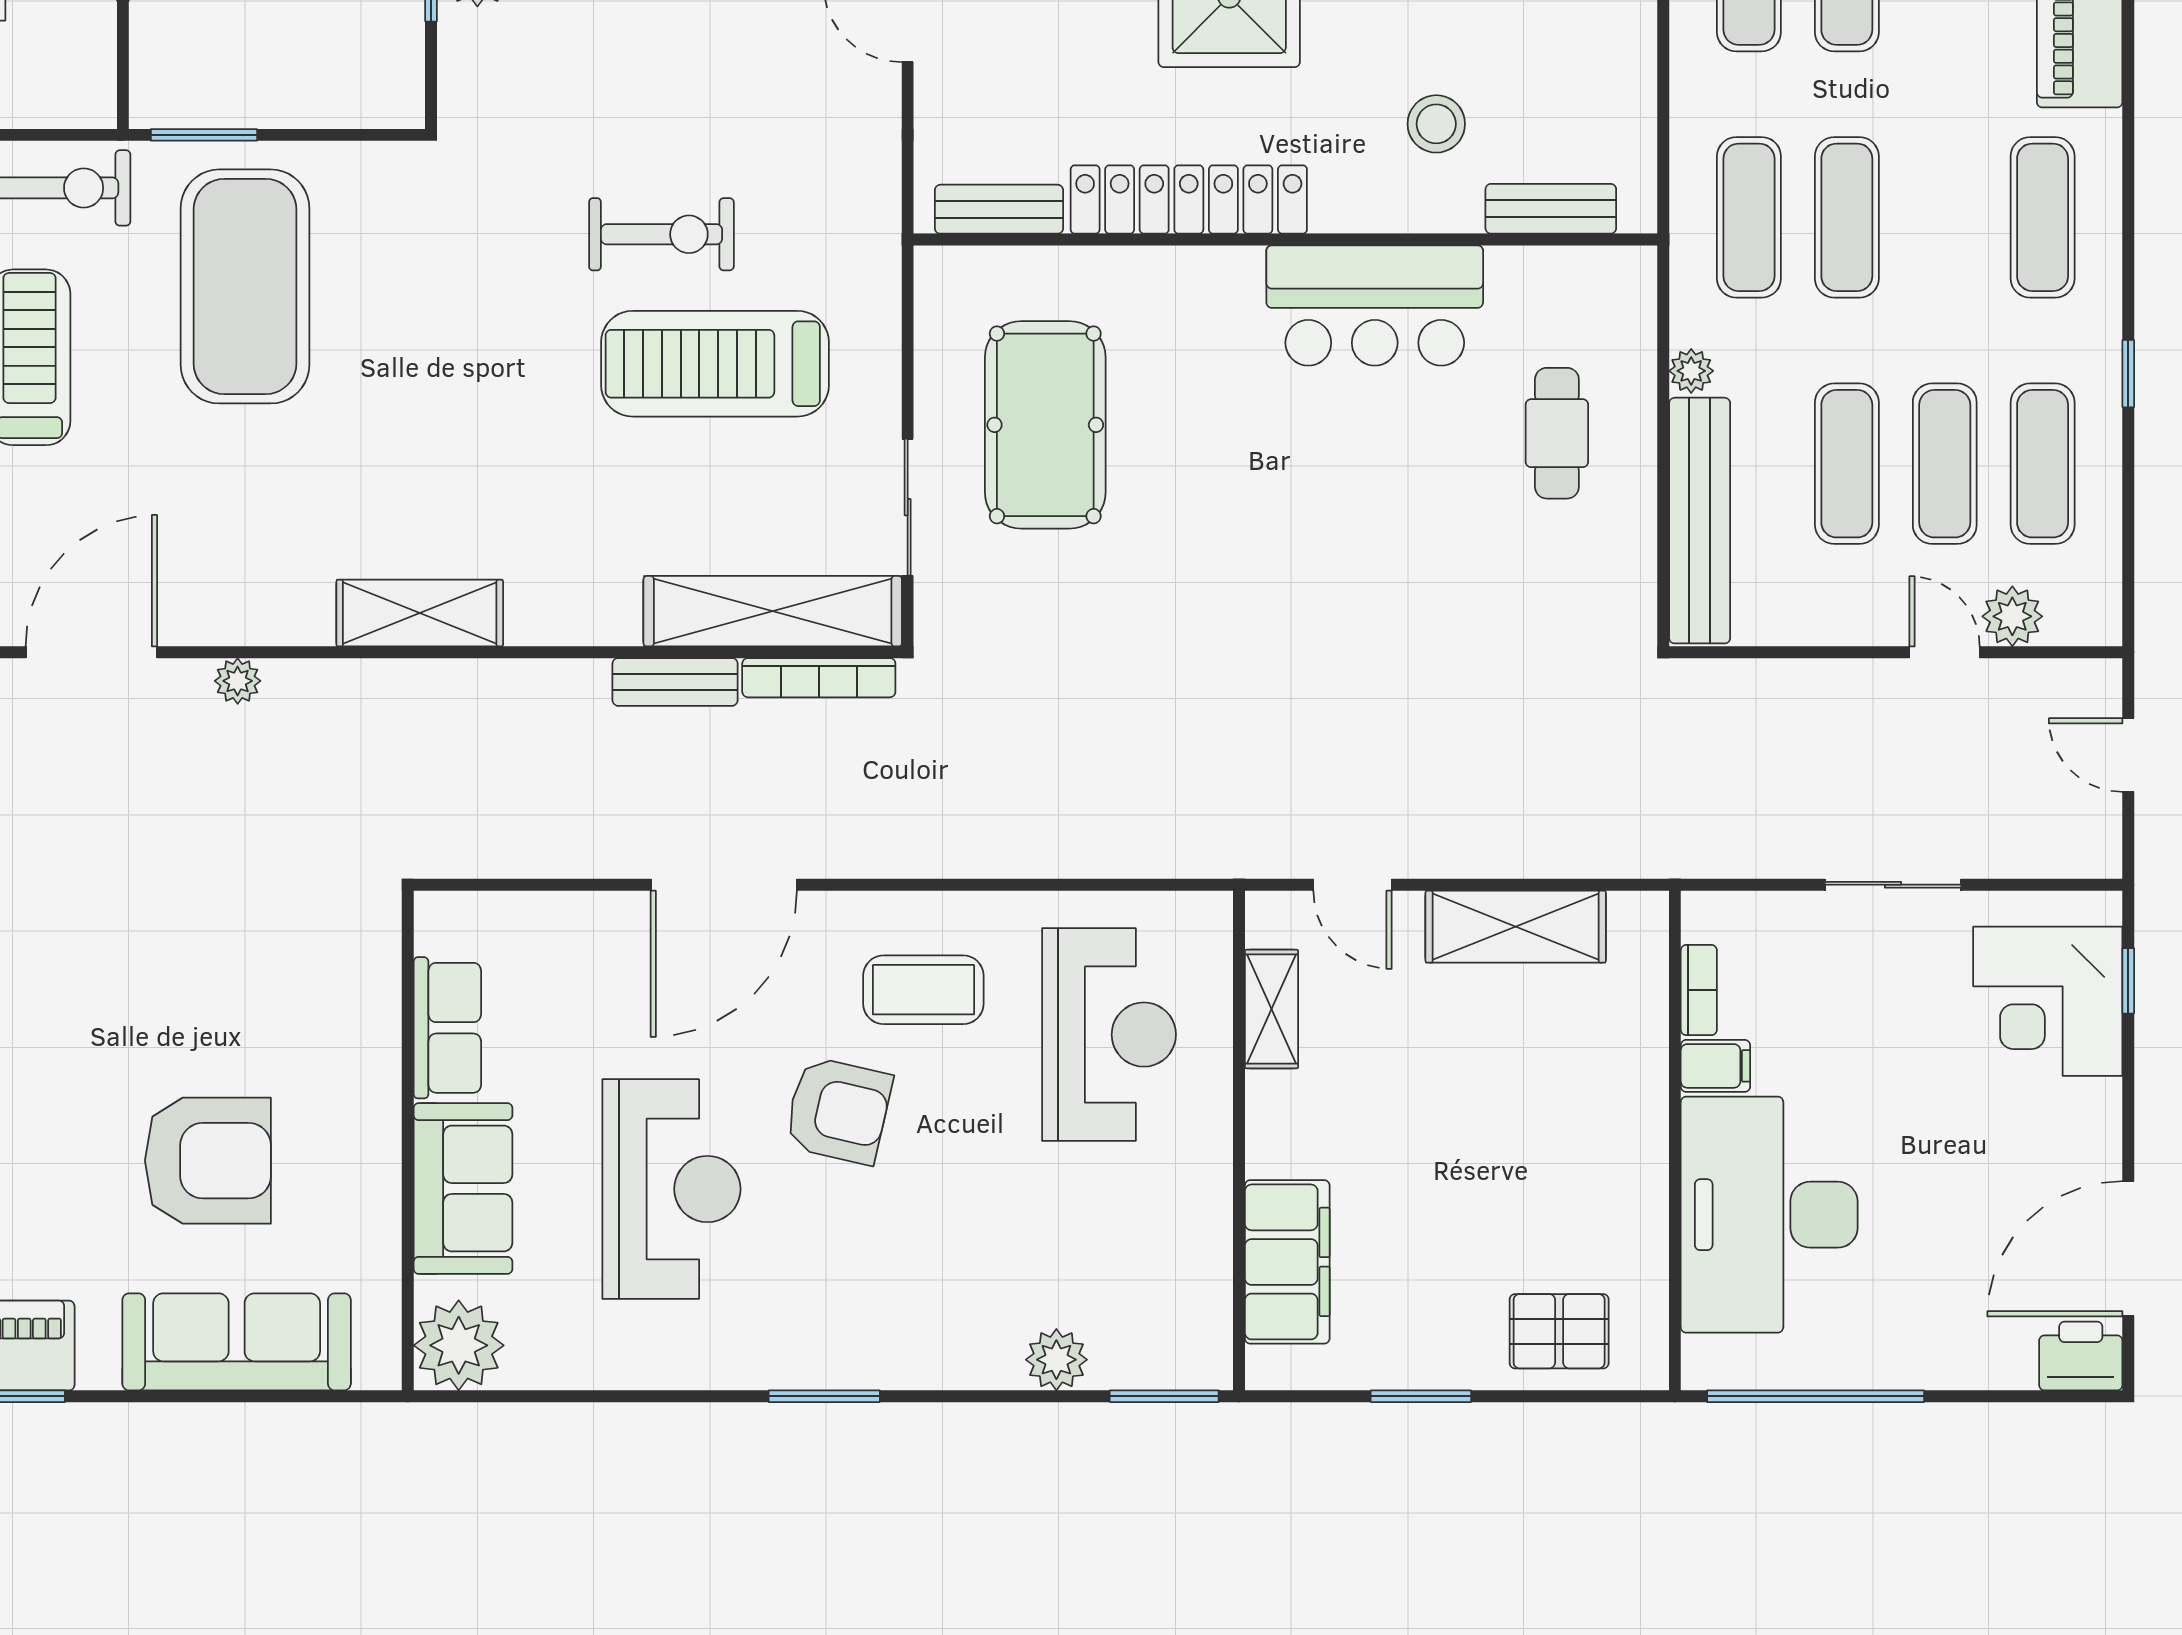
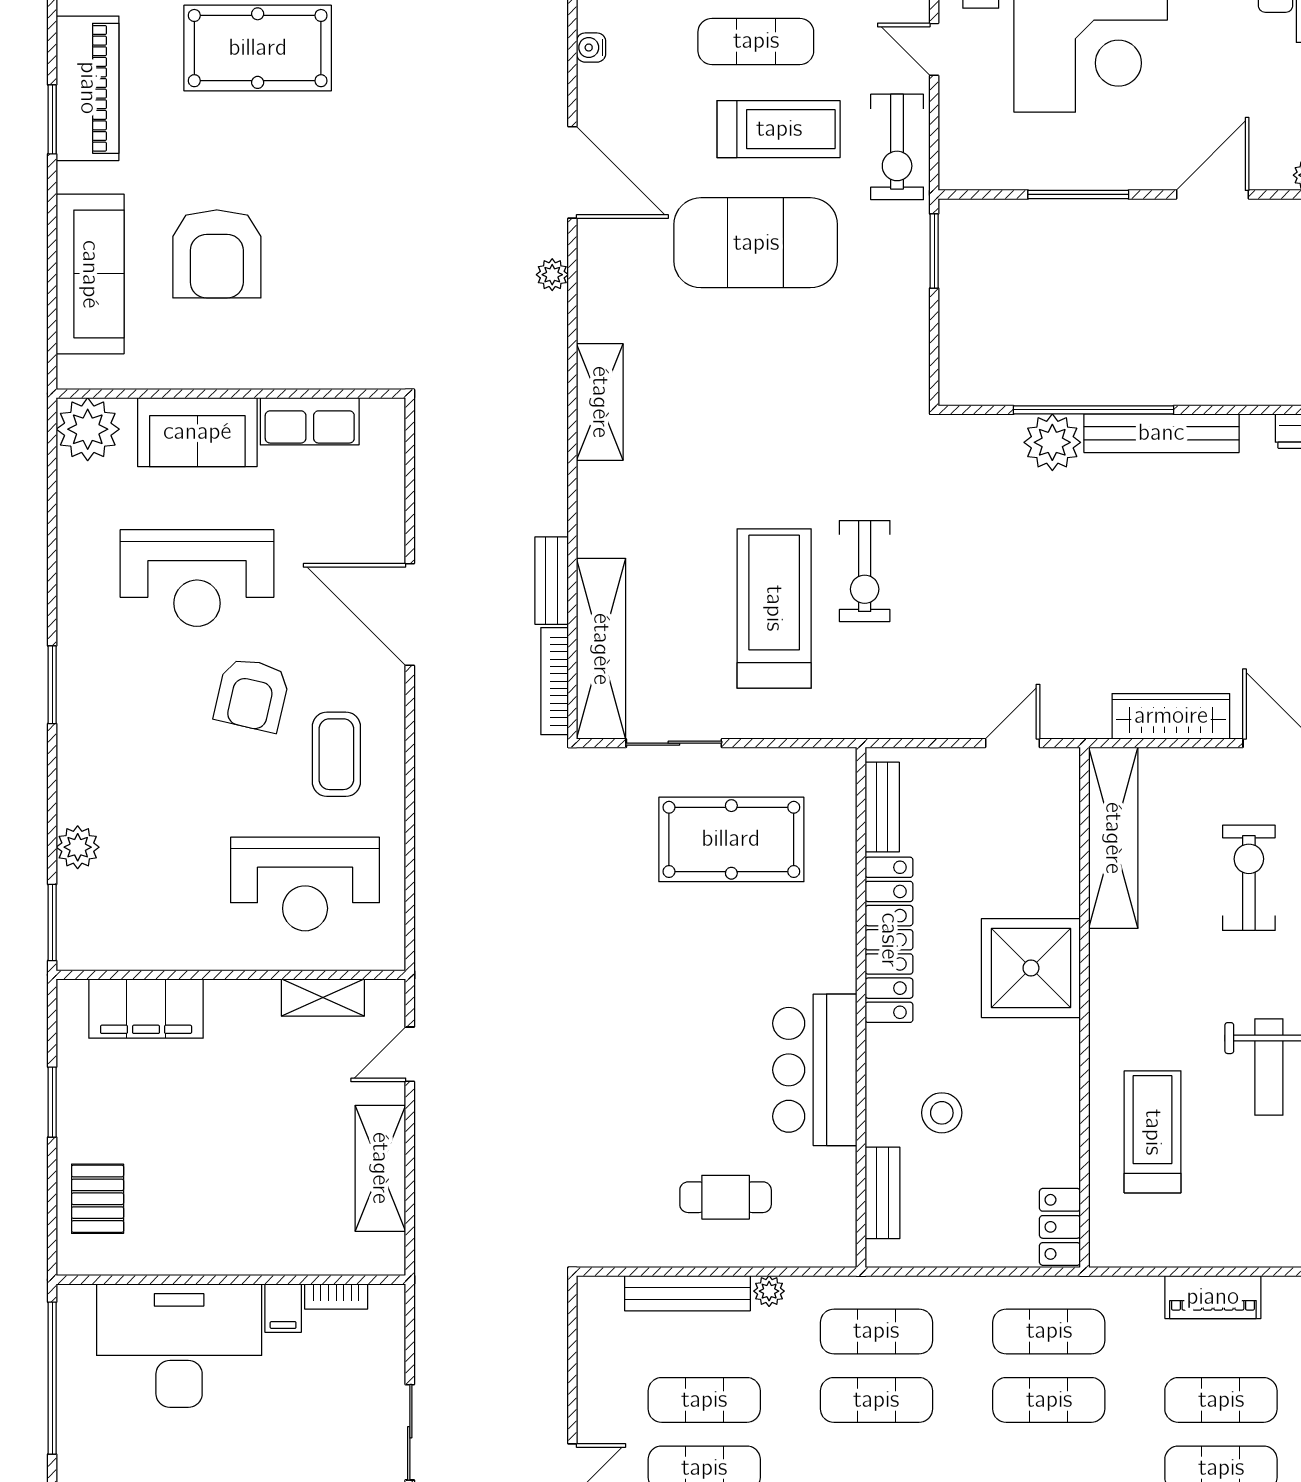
exercise mat: (245, 286) -> (756, 243), moved
bench: (1700, 521) -> (687, 1293), width x0.73, depth x0.82

